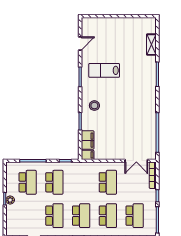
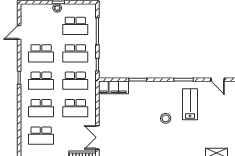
stool: (94, 106) -> (166, 118), moved
school desk: (81, 182) -> (75, 81), added

